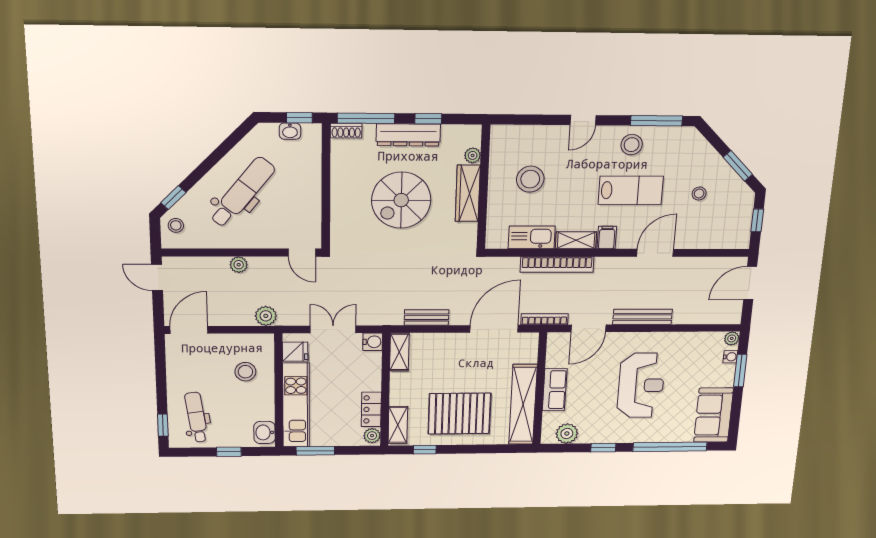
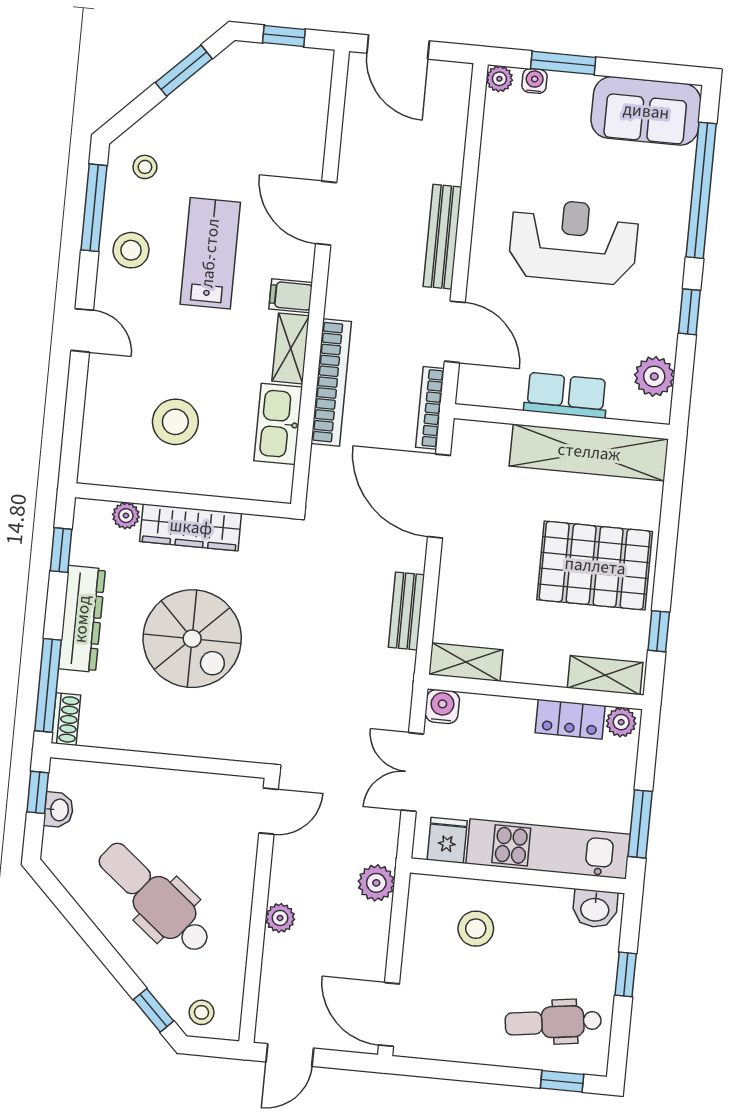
window: (428, 119) -> (61, 550), moved
stool: (699, 193) -> (145, 167), moved
pallet: (459, 414) -> (595, 566), turned 90

